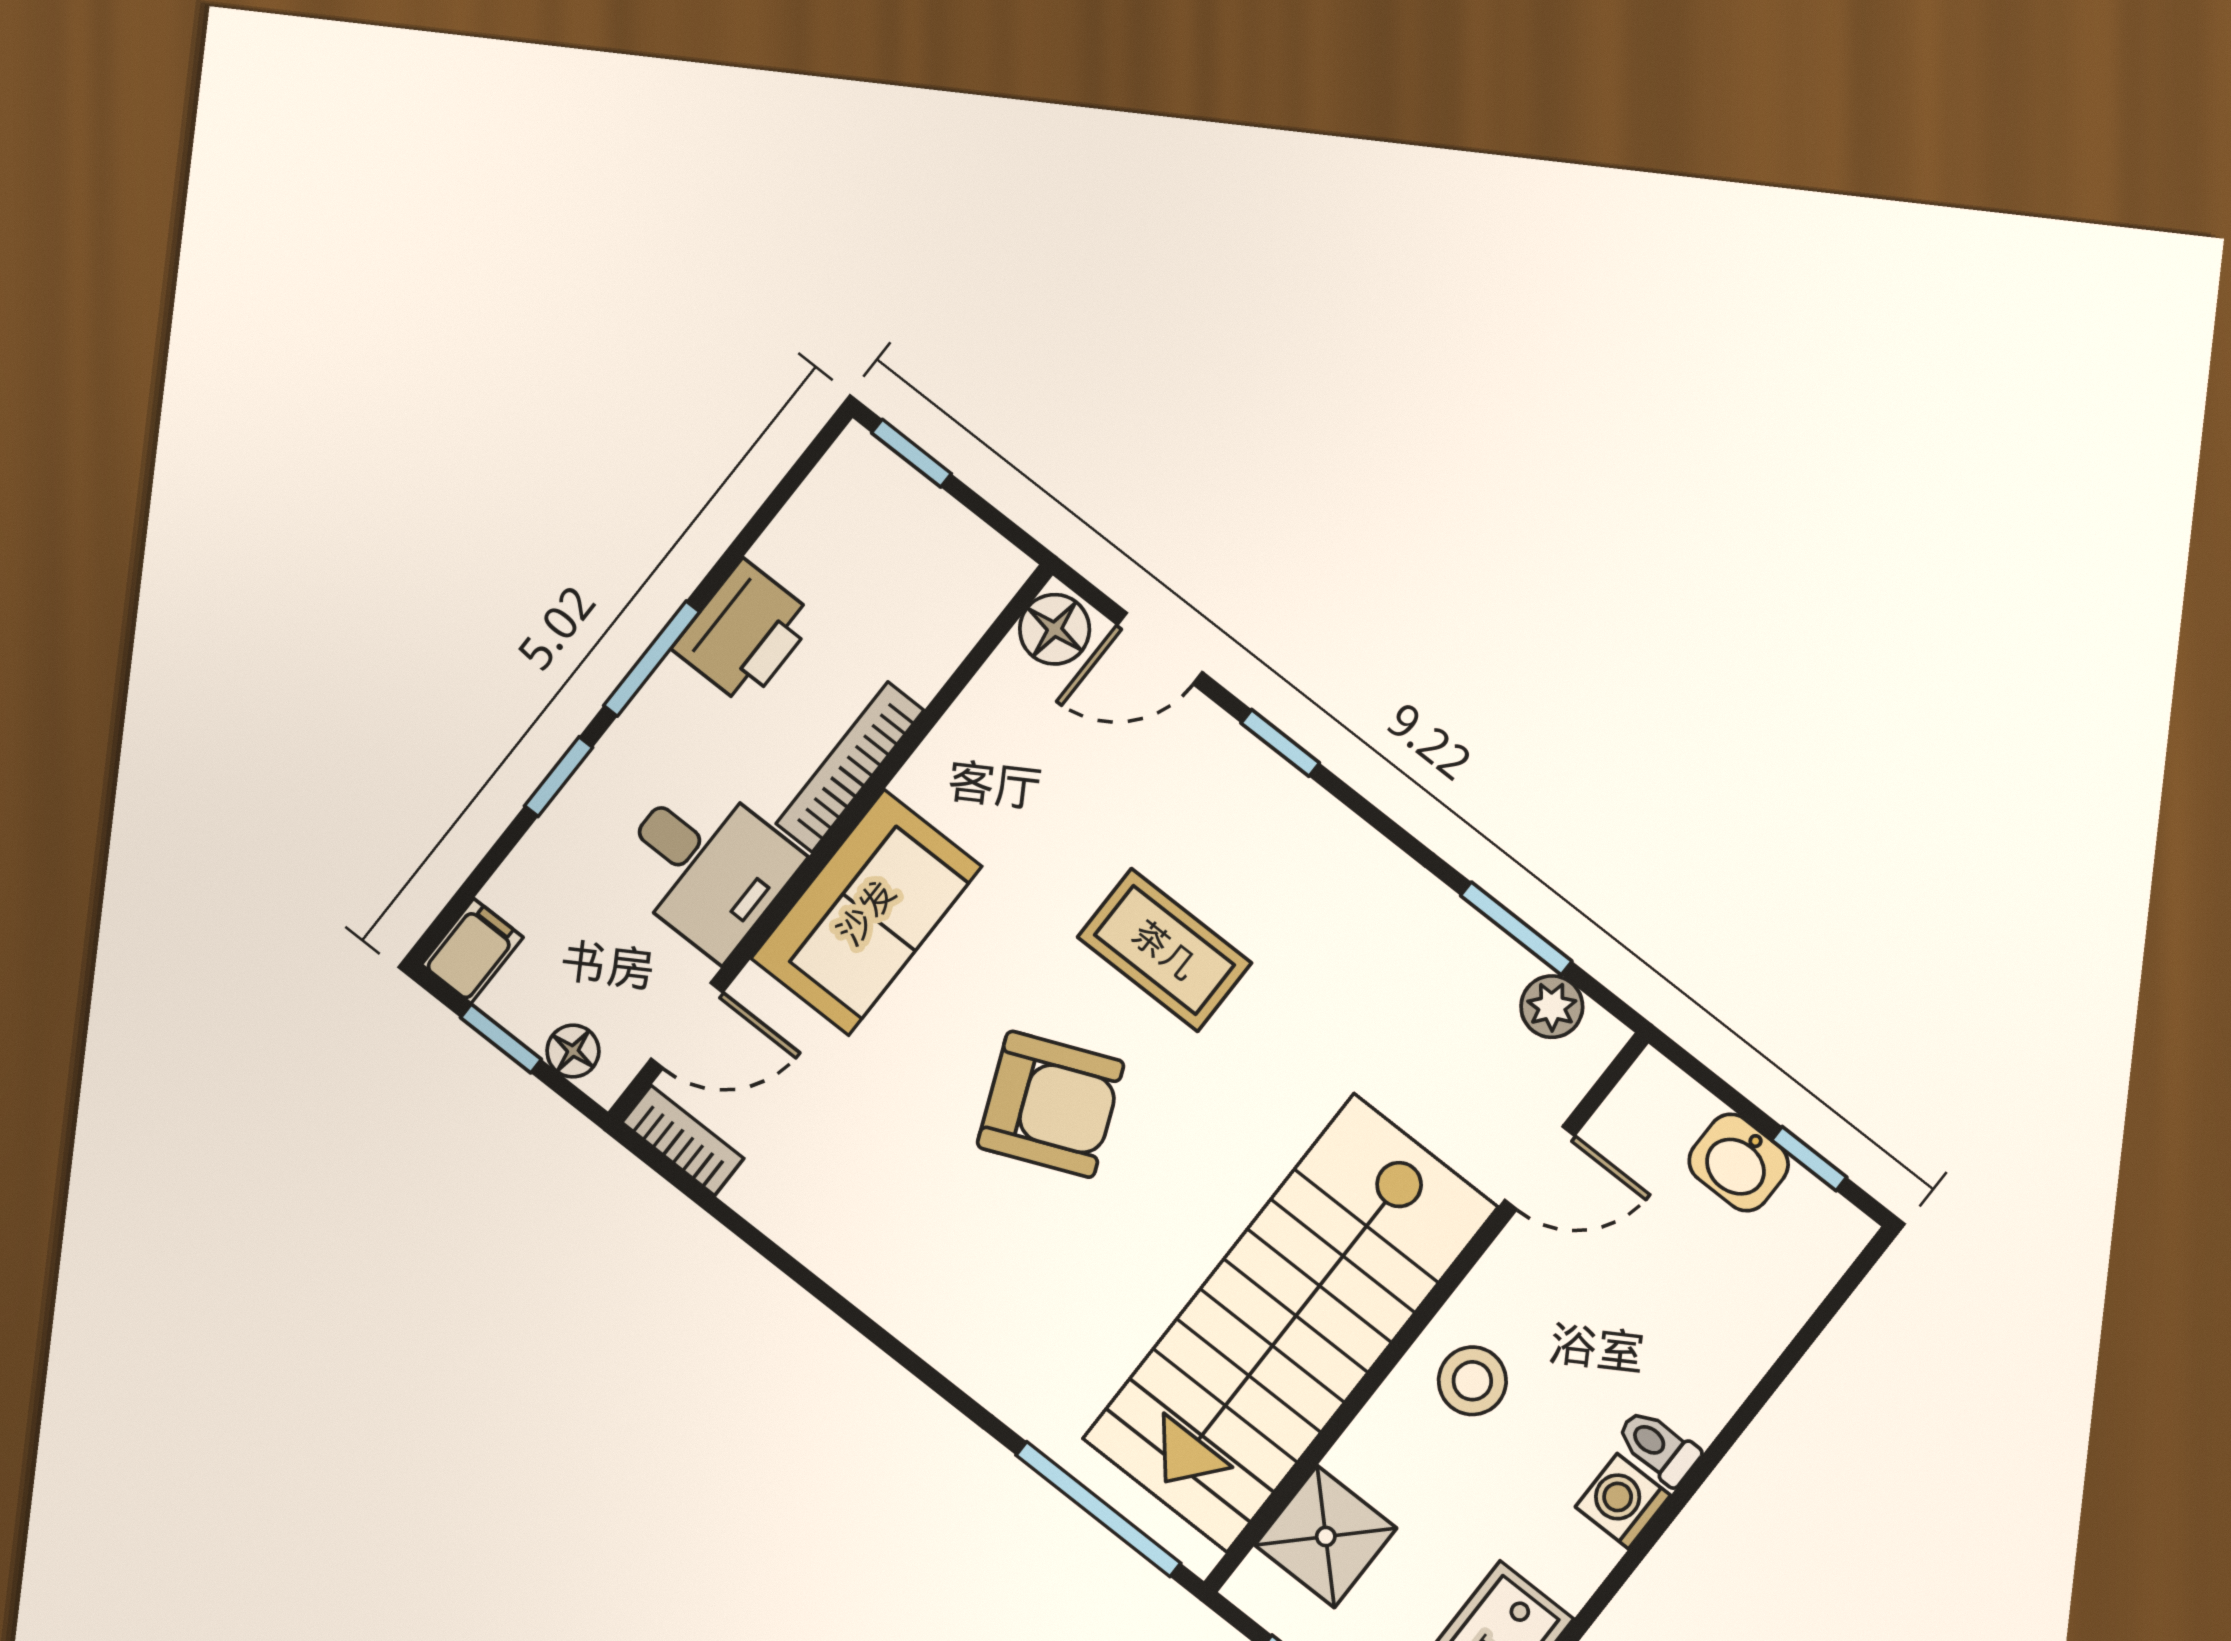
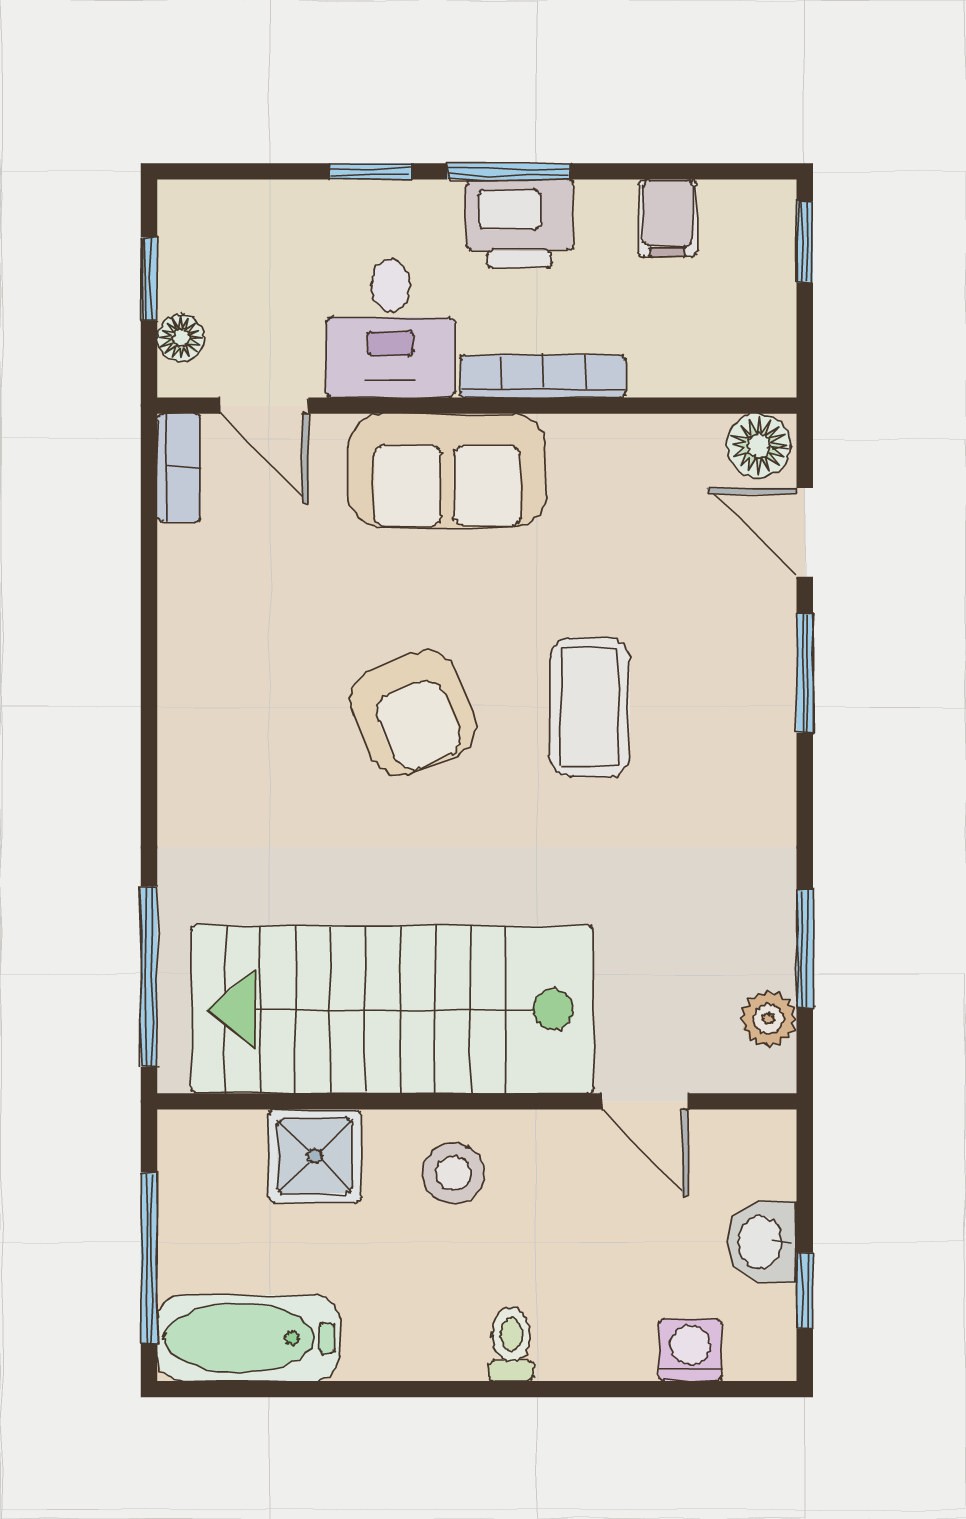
printer: (744, 633) -> (519, 224), moved
window: (1280, 743) -> (805, 673), width x1.50
filing cabinet: (472, 951) -> (668, 218), moved, turned 90
washing machine: (1623, 1501) -> (690, 1350), moved
shower: (1326, 1537) -> (315, 1156), moved

